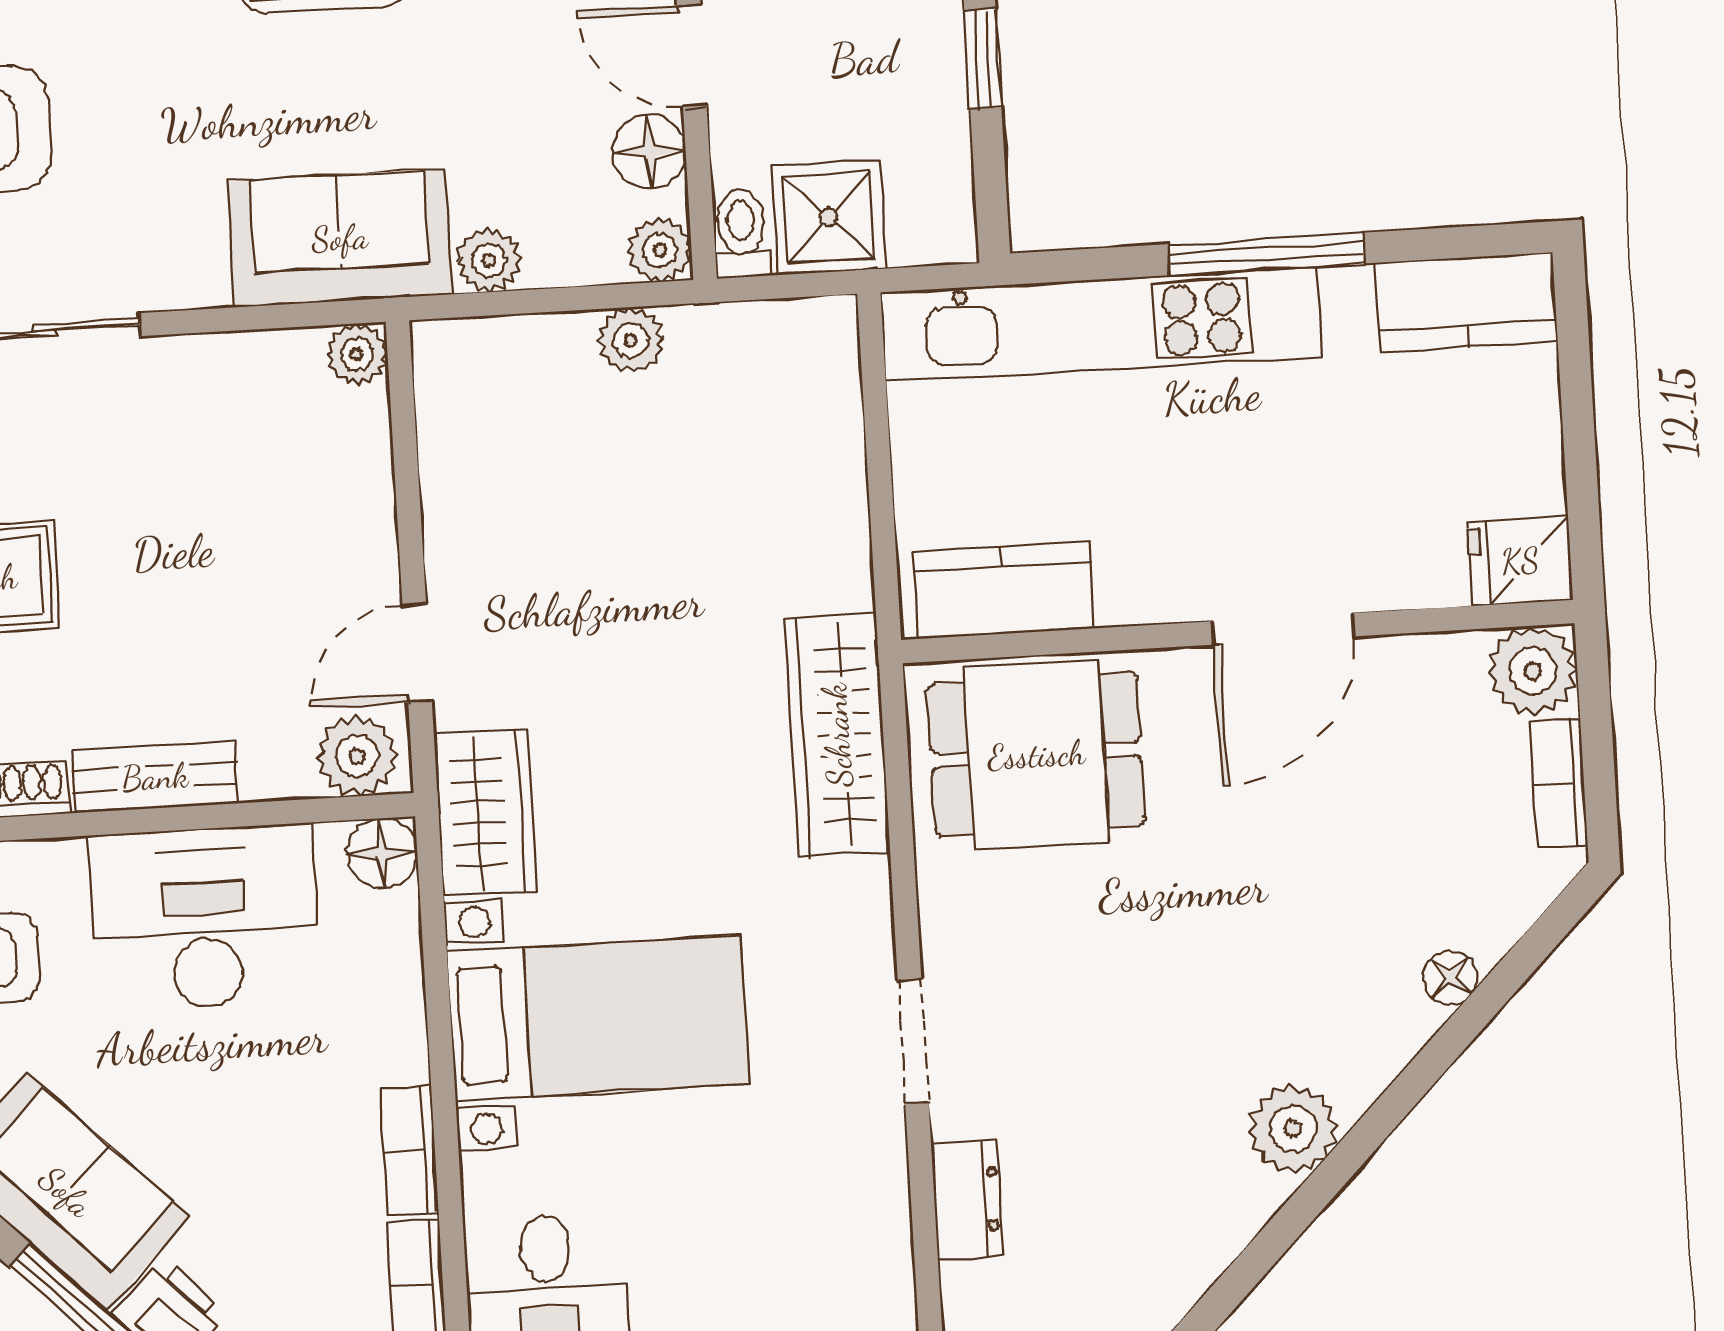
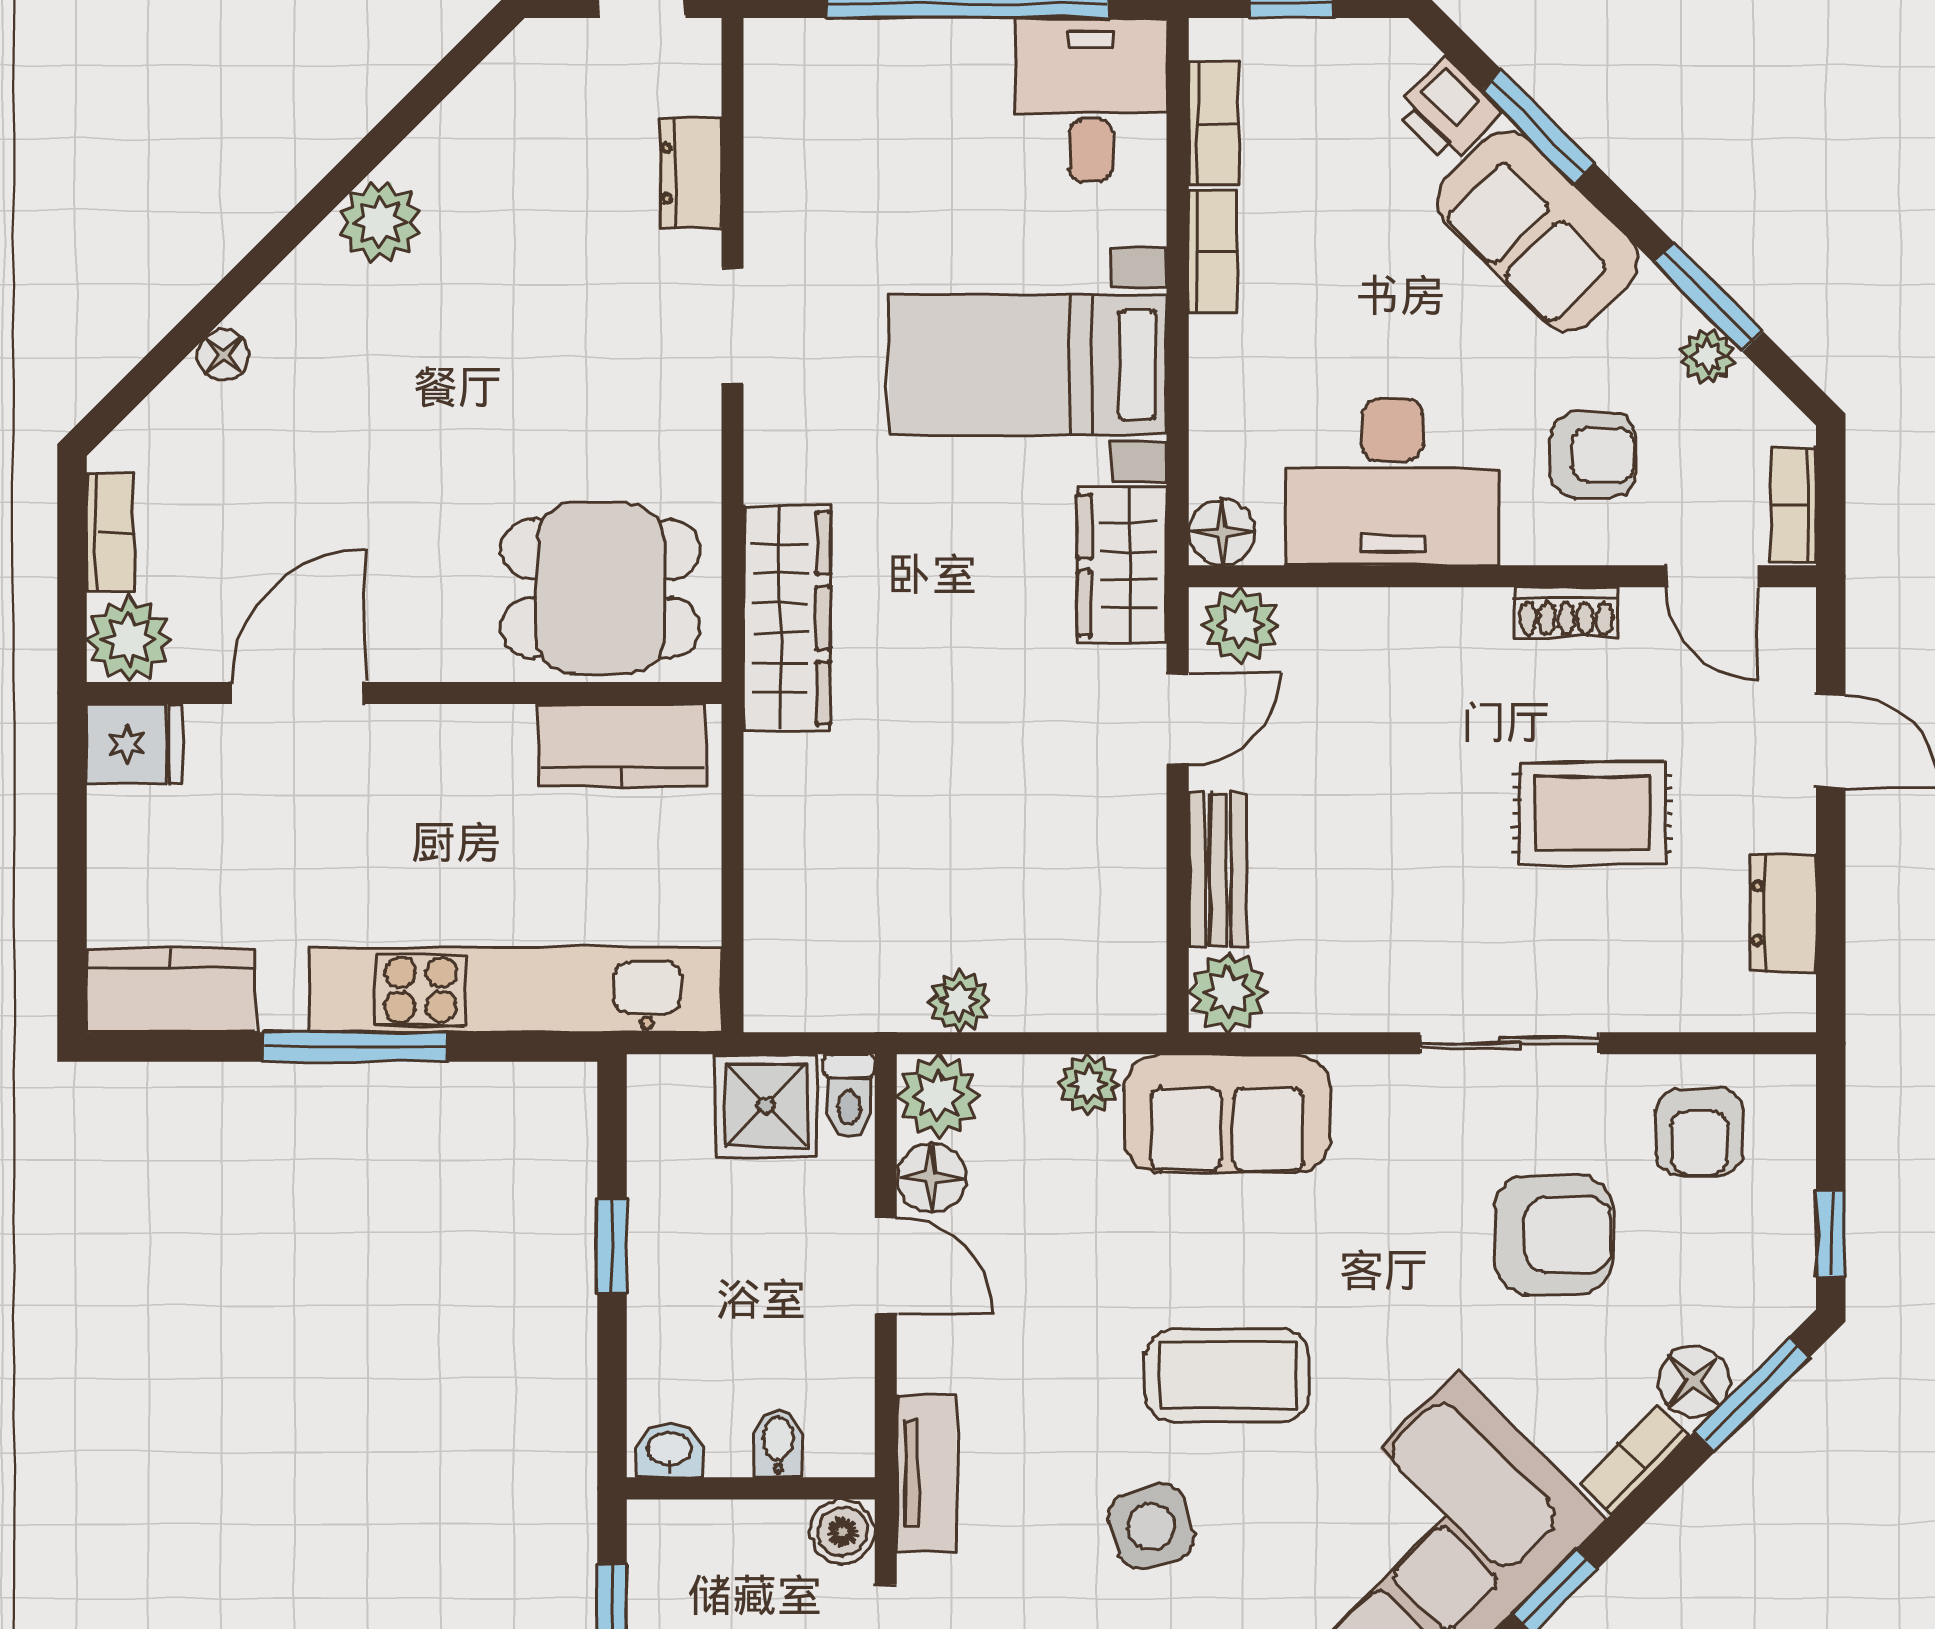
plant: (660, 250) -> (938, 1096), width x1.38, depth x1.38
plant: (357, 354) -> (1228, 992), width x1.38, depth x1.38
door: (1283, 629) -> (298, 693), moved
bench: (155, 777) -> (1218, 870), moved, turned 90

